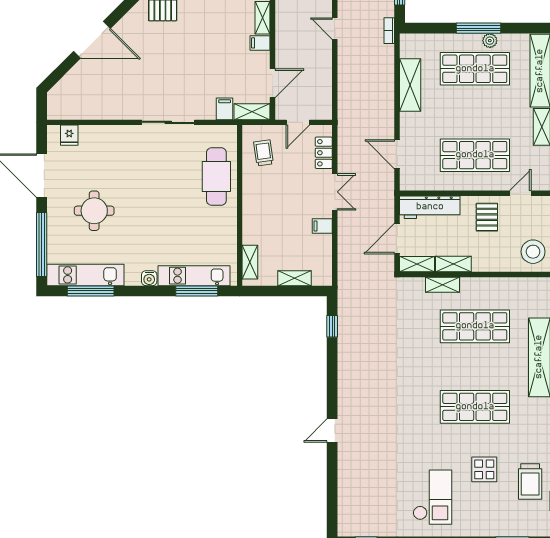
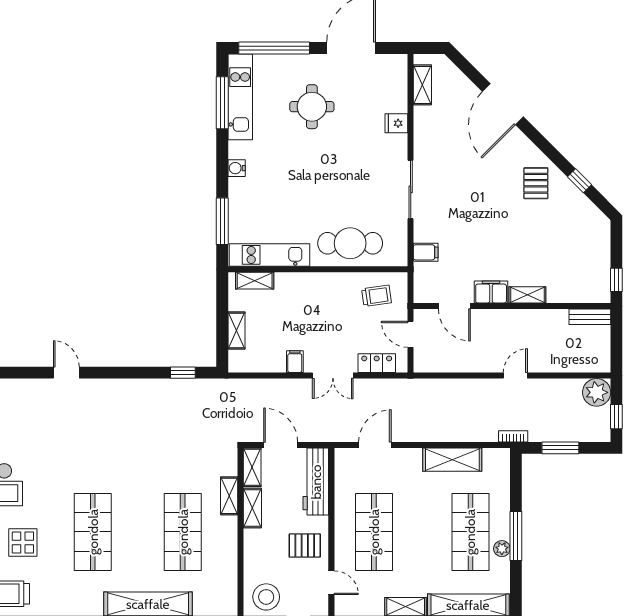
filing cabinet: (260, 43) -> (491, 292), width x2.00
shelving: (252, 112) -> (422, 85), moved
fridge: (69, 135) -> (396, 123), moved
kitchen unit: (194, 276) -> (270, 255), moved, turned -90

